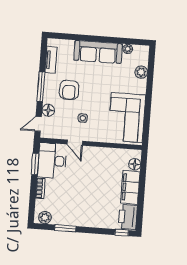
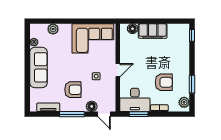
door: (75, 143) -> (118, 70), moved
armchair: (70, 196) -> (164, 82), added
printer: (128, 217) -> (178, 31), removed

